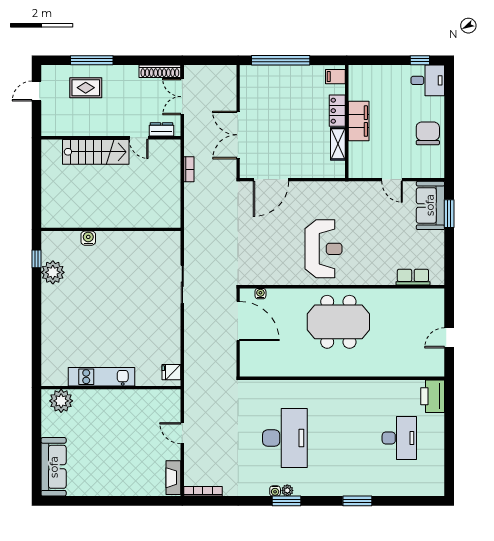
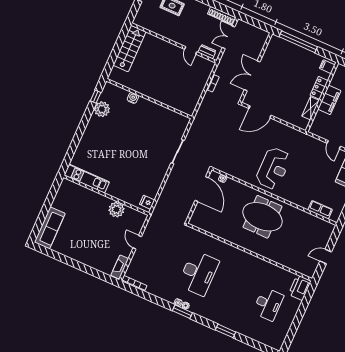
stairs: (96, 152) -> (130, 49), moved, turned -90
kitchen unit: (101, 377) -> (87, 179), moved
plant: (61, 401) -> (116, 209), moved

